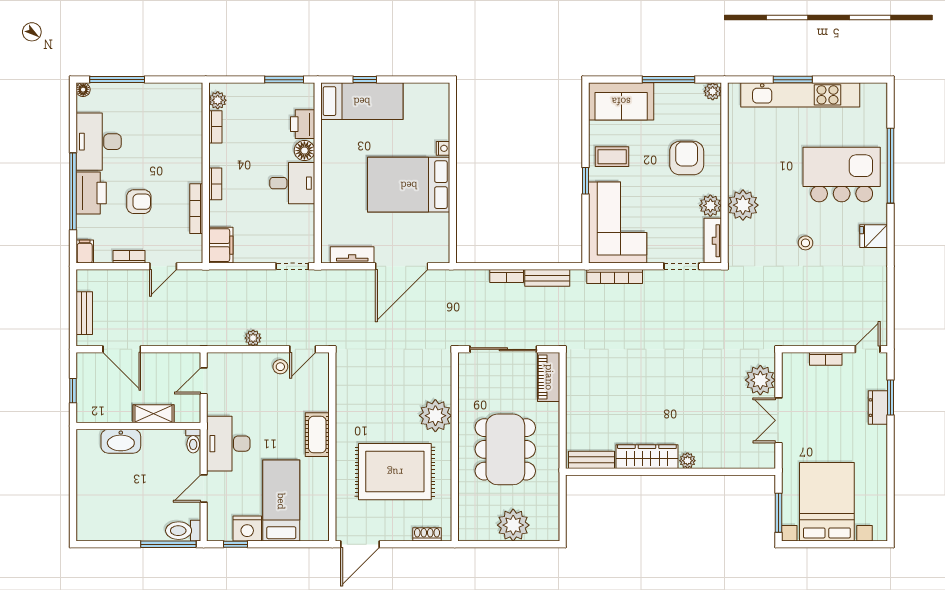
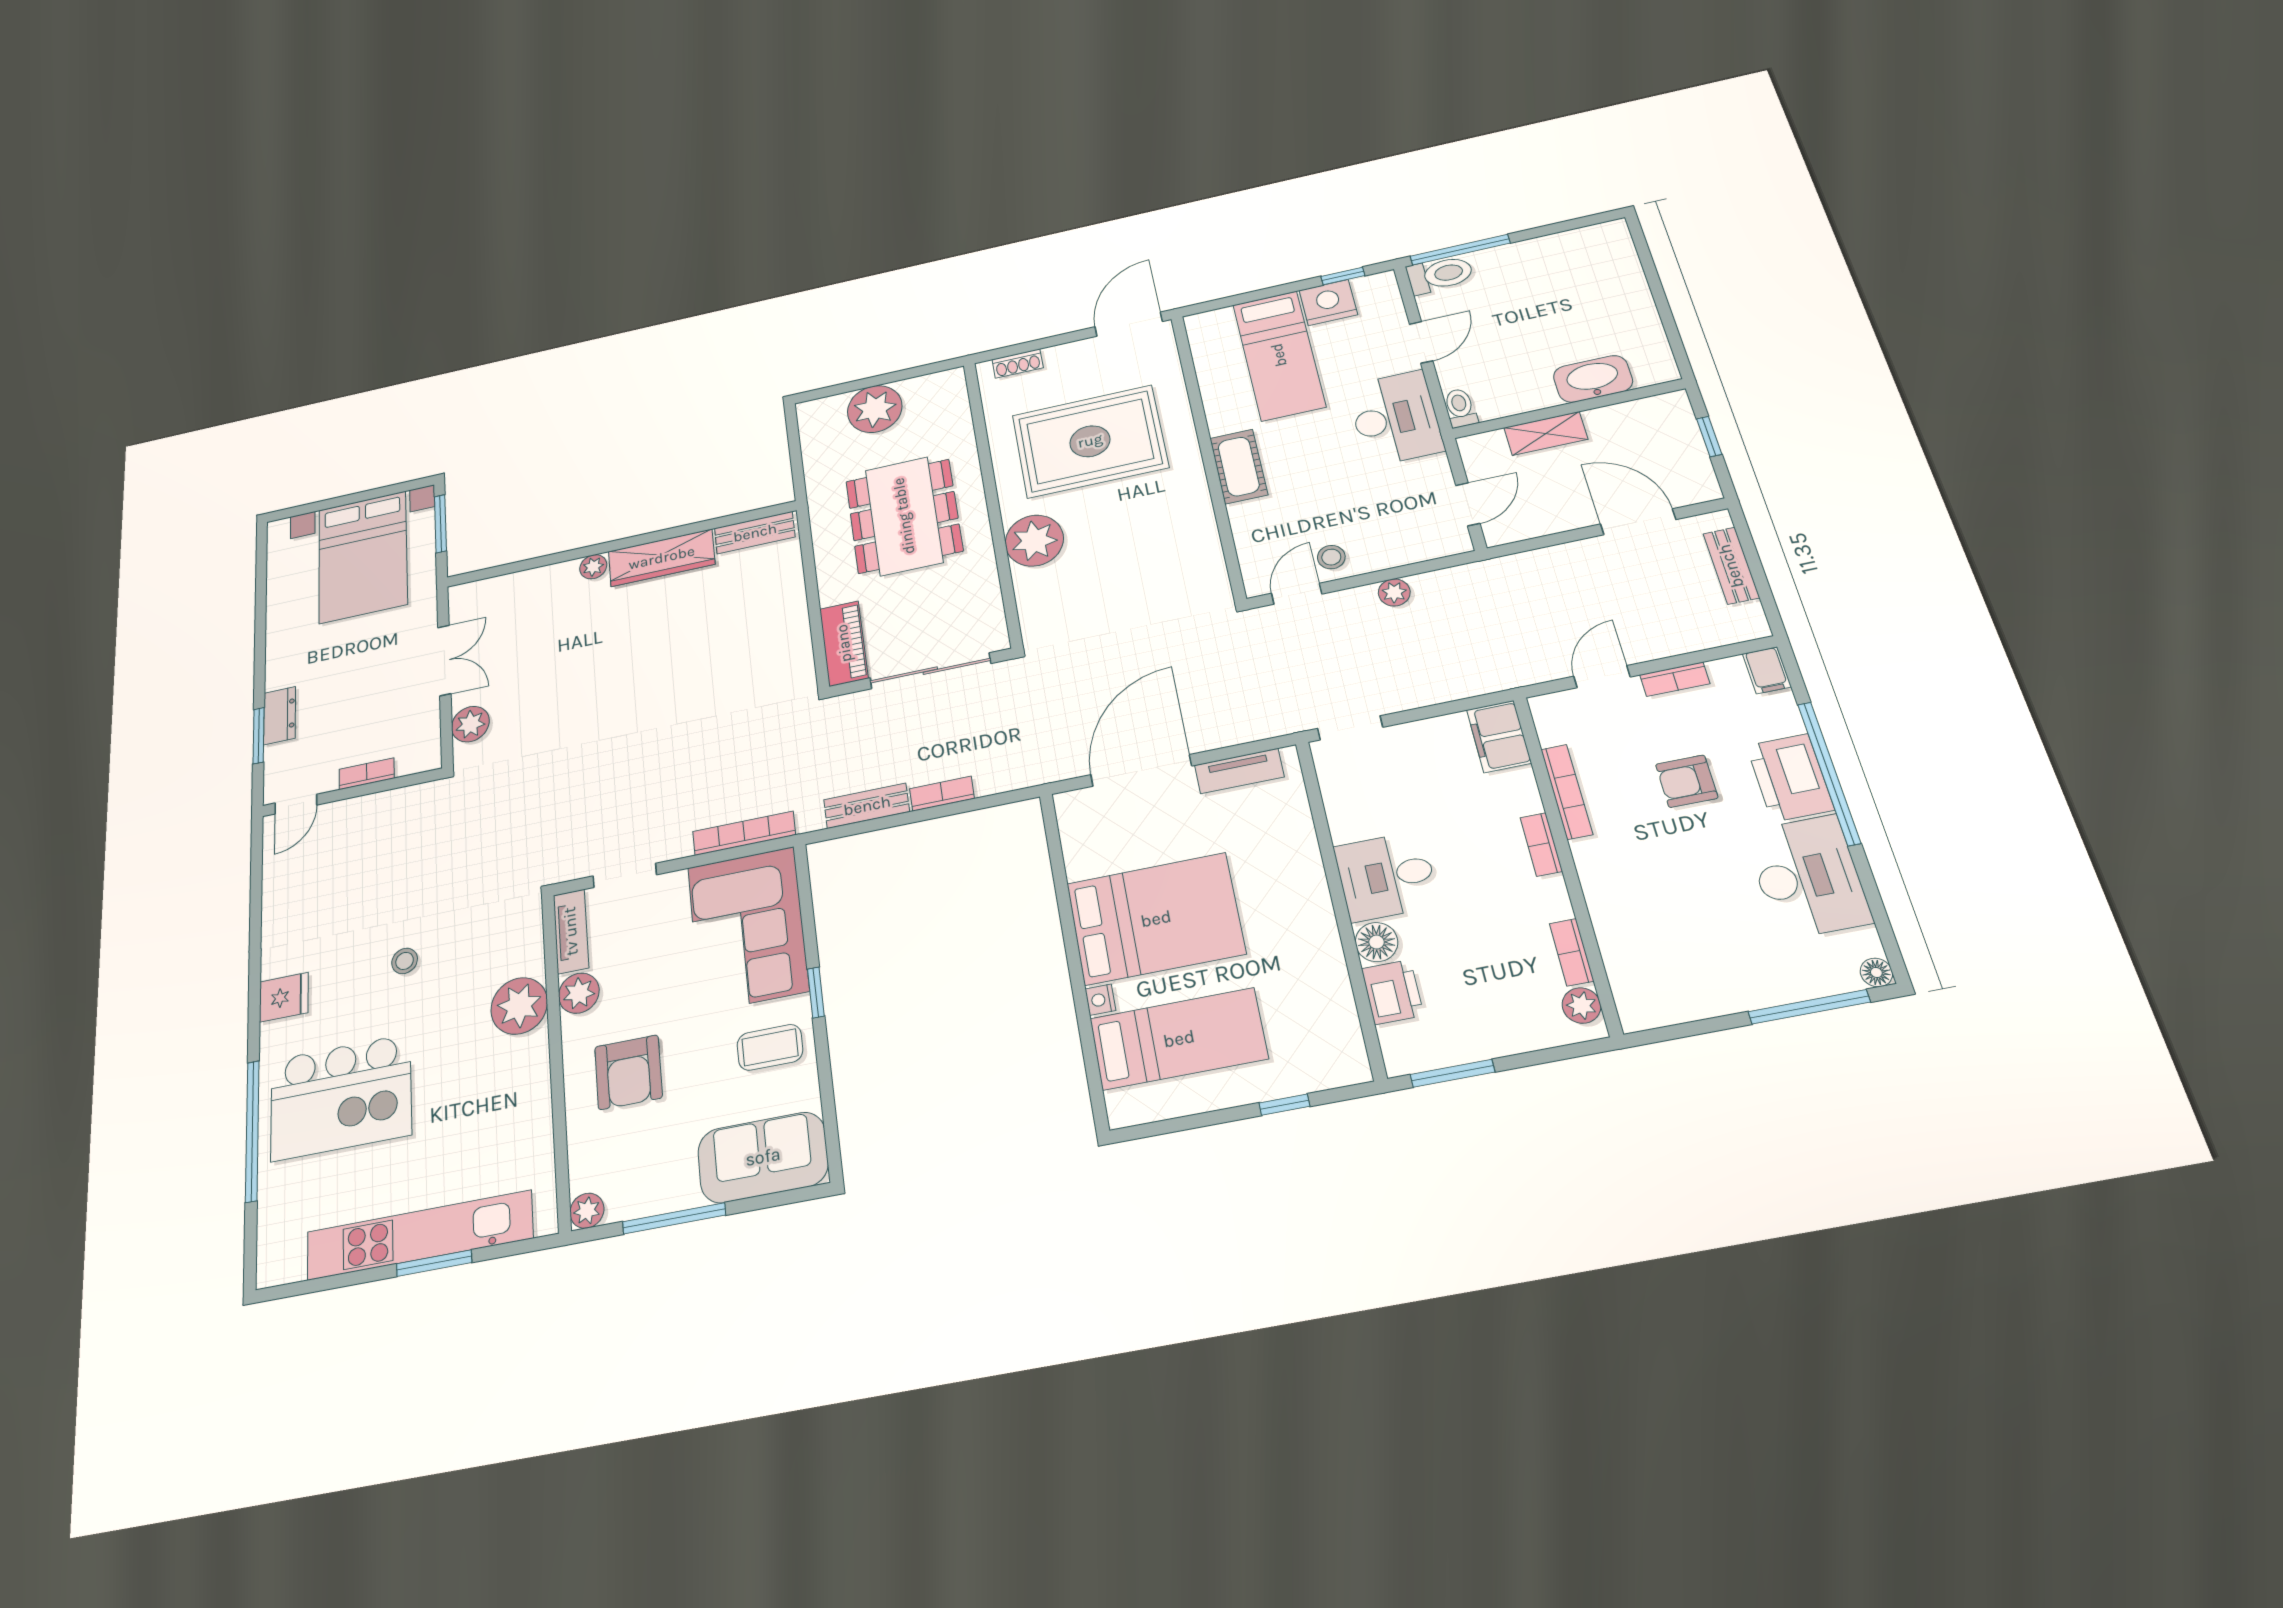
bed: (362, 101) -> (1179, 1039), moved, turned 180
plant: (760, 380) -> (470, 724), width x0.73, depth x0.73

